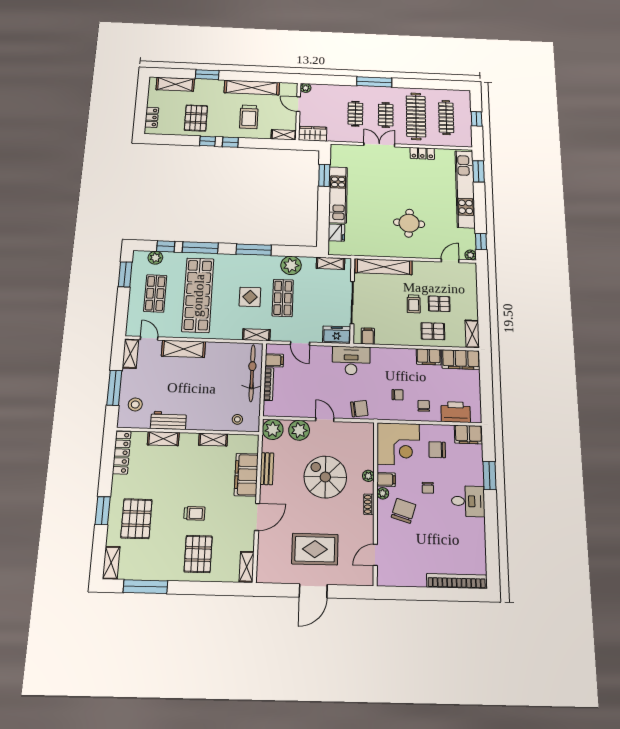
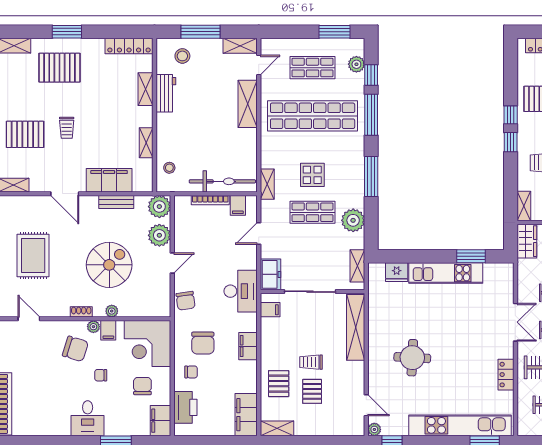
filing cabinet: (429, 357) -> (248, 346), moved
chair: (398, 395) -> (203, 343), width x1.87, depth x1.87

